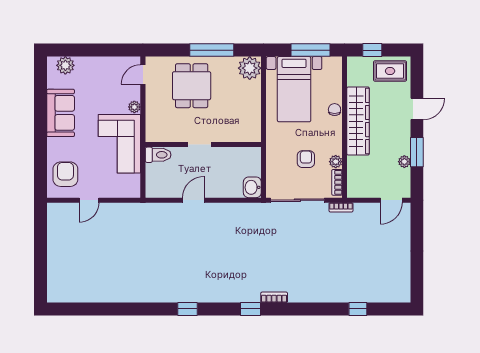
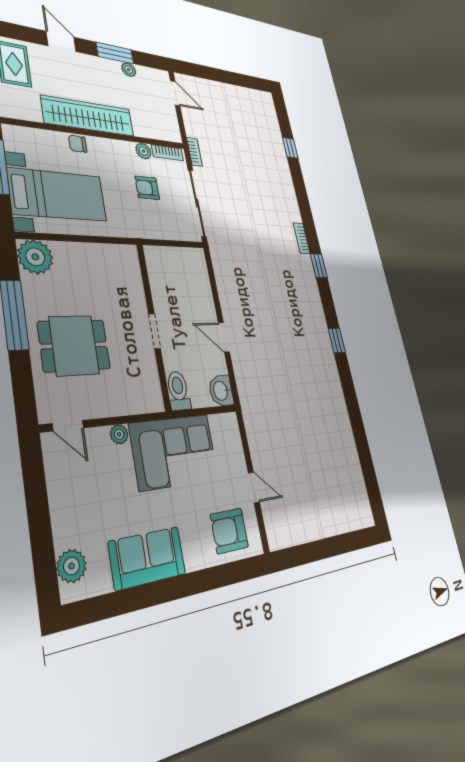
washbasin: (252, 187) -> (221, 391), moved, turned 90

